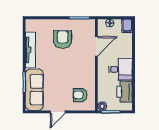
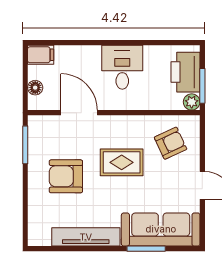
rug: (70, 69) -> (122, 162), added
printer: (125, 92) -> (186, 72), moved, turned 90
armchair: (80, 95) -> (171, 143), turned -115

